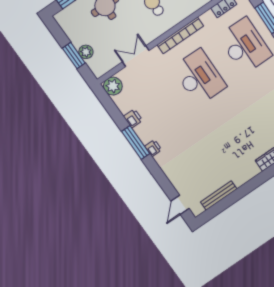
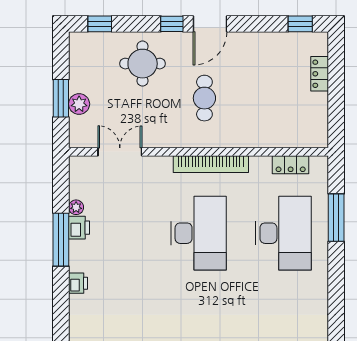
double door: (136, 56) -> (120, 152), moved
plant: (113, 86) -> (76, 207), moved, width x0.53, depth x0.53
window: (136, 143) -> (61, 240), moved

